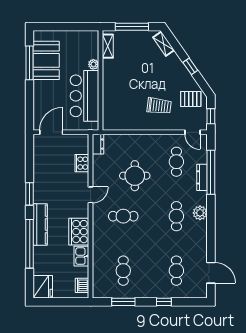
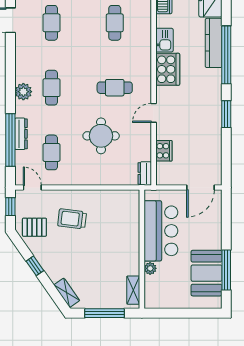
kitchen counter: (40, 224) -> (214, 43), moved

